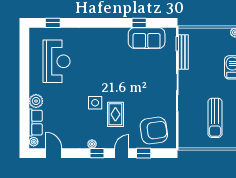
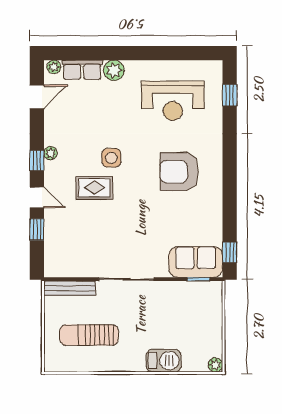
window: (139, 23) -> (230, 252), moved
sofa: (147, 38) -> (196, 262), moved, turned 90
bench: (183, 52) -> (70, 288), moved
armchair: (154, 131) -> (179, 172), moved, turned 98

